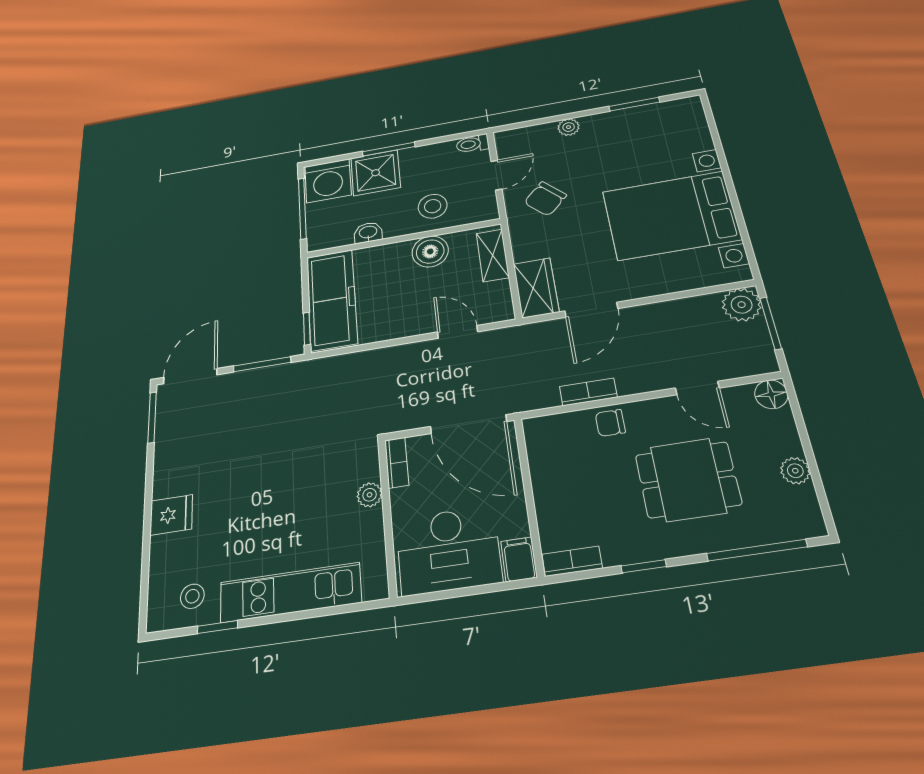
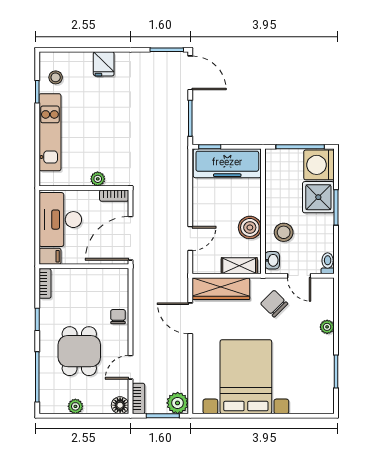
washbasin: (368, 233) -> (272, 260), moved
wardrobe: (536, 288) -> (221, 289), width x1.50
bookcase: (588, 392) -> (139, 398), moved

